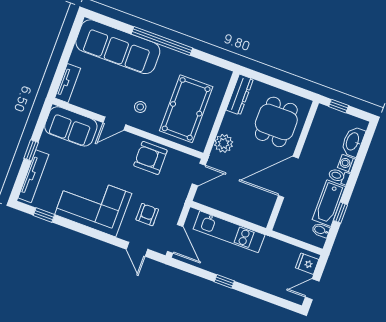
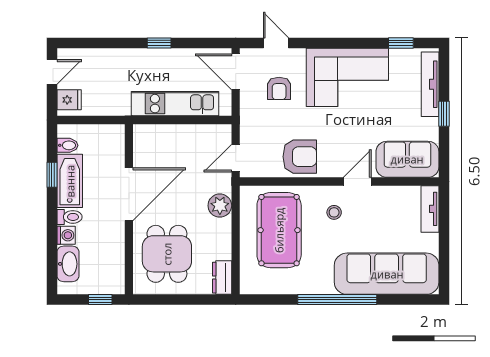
dresser: (240, 95) -> (222, 278), width x0.70

